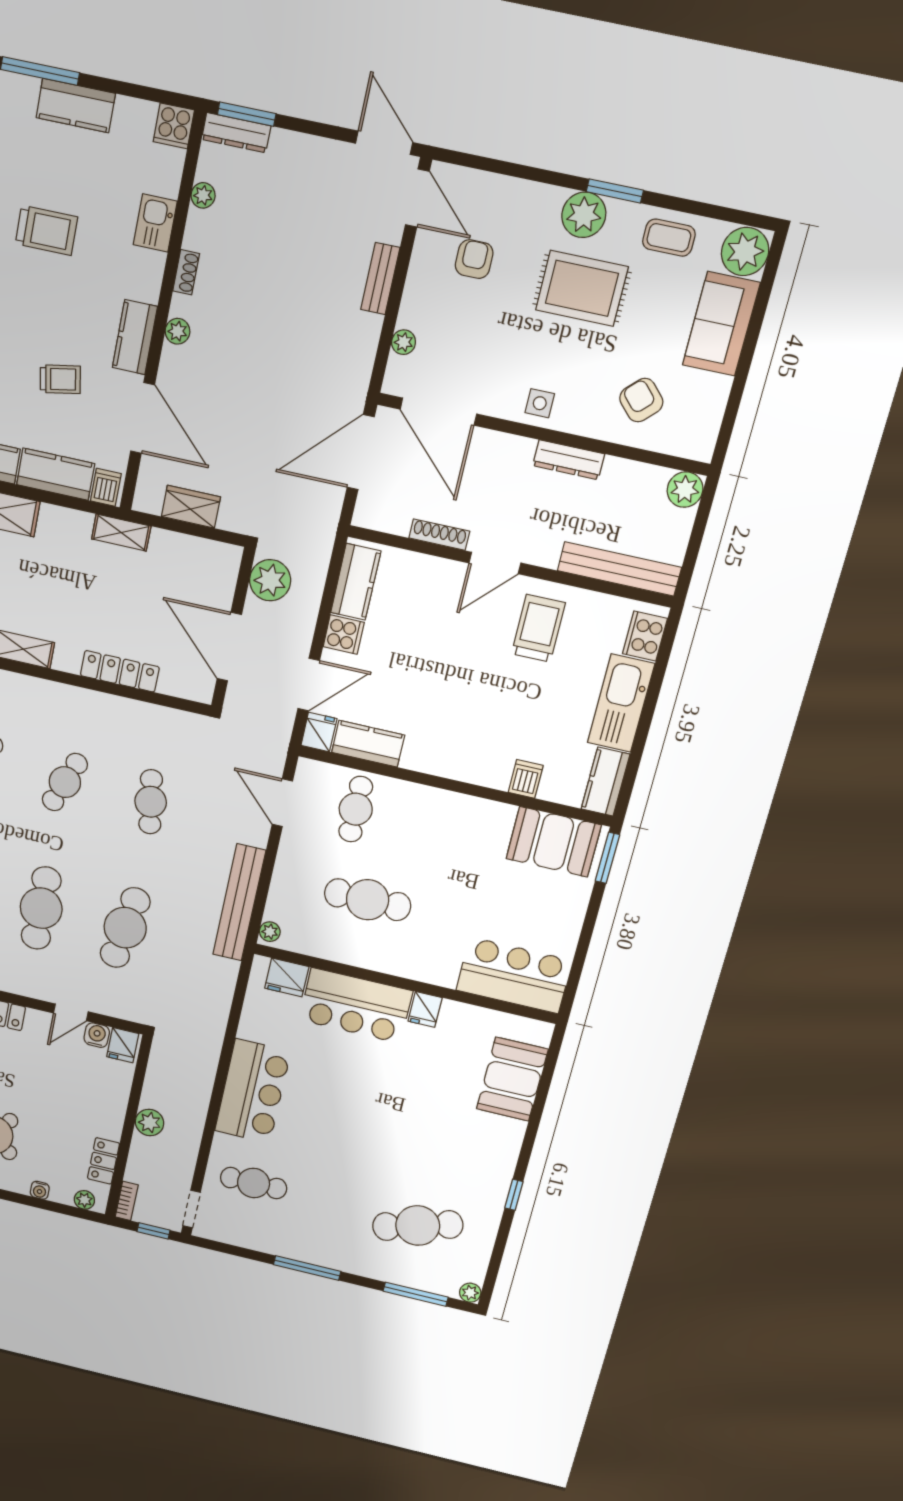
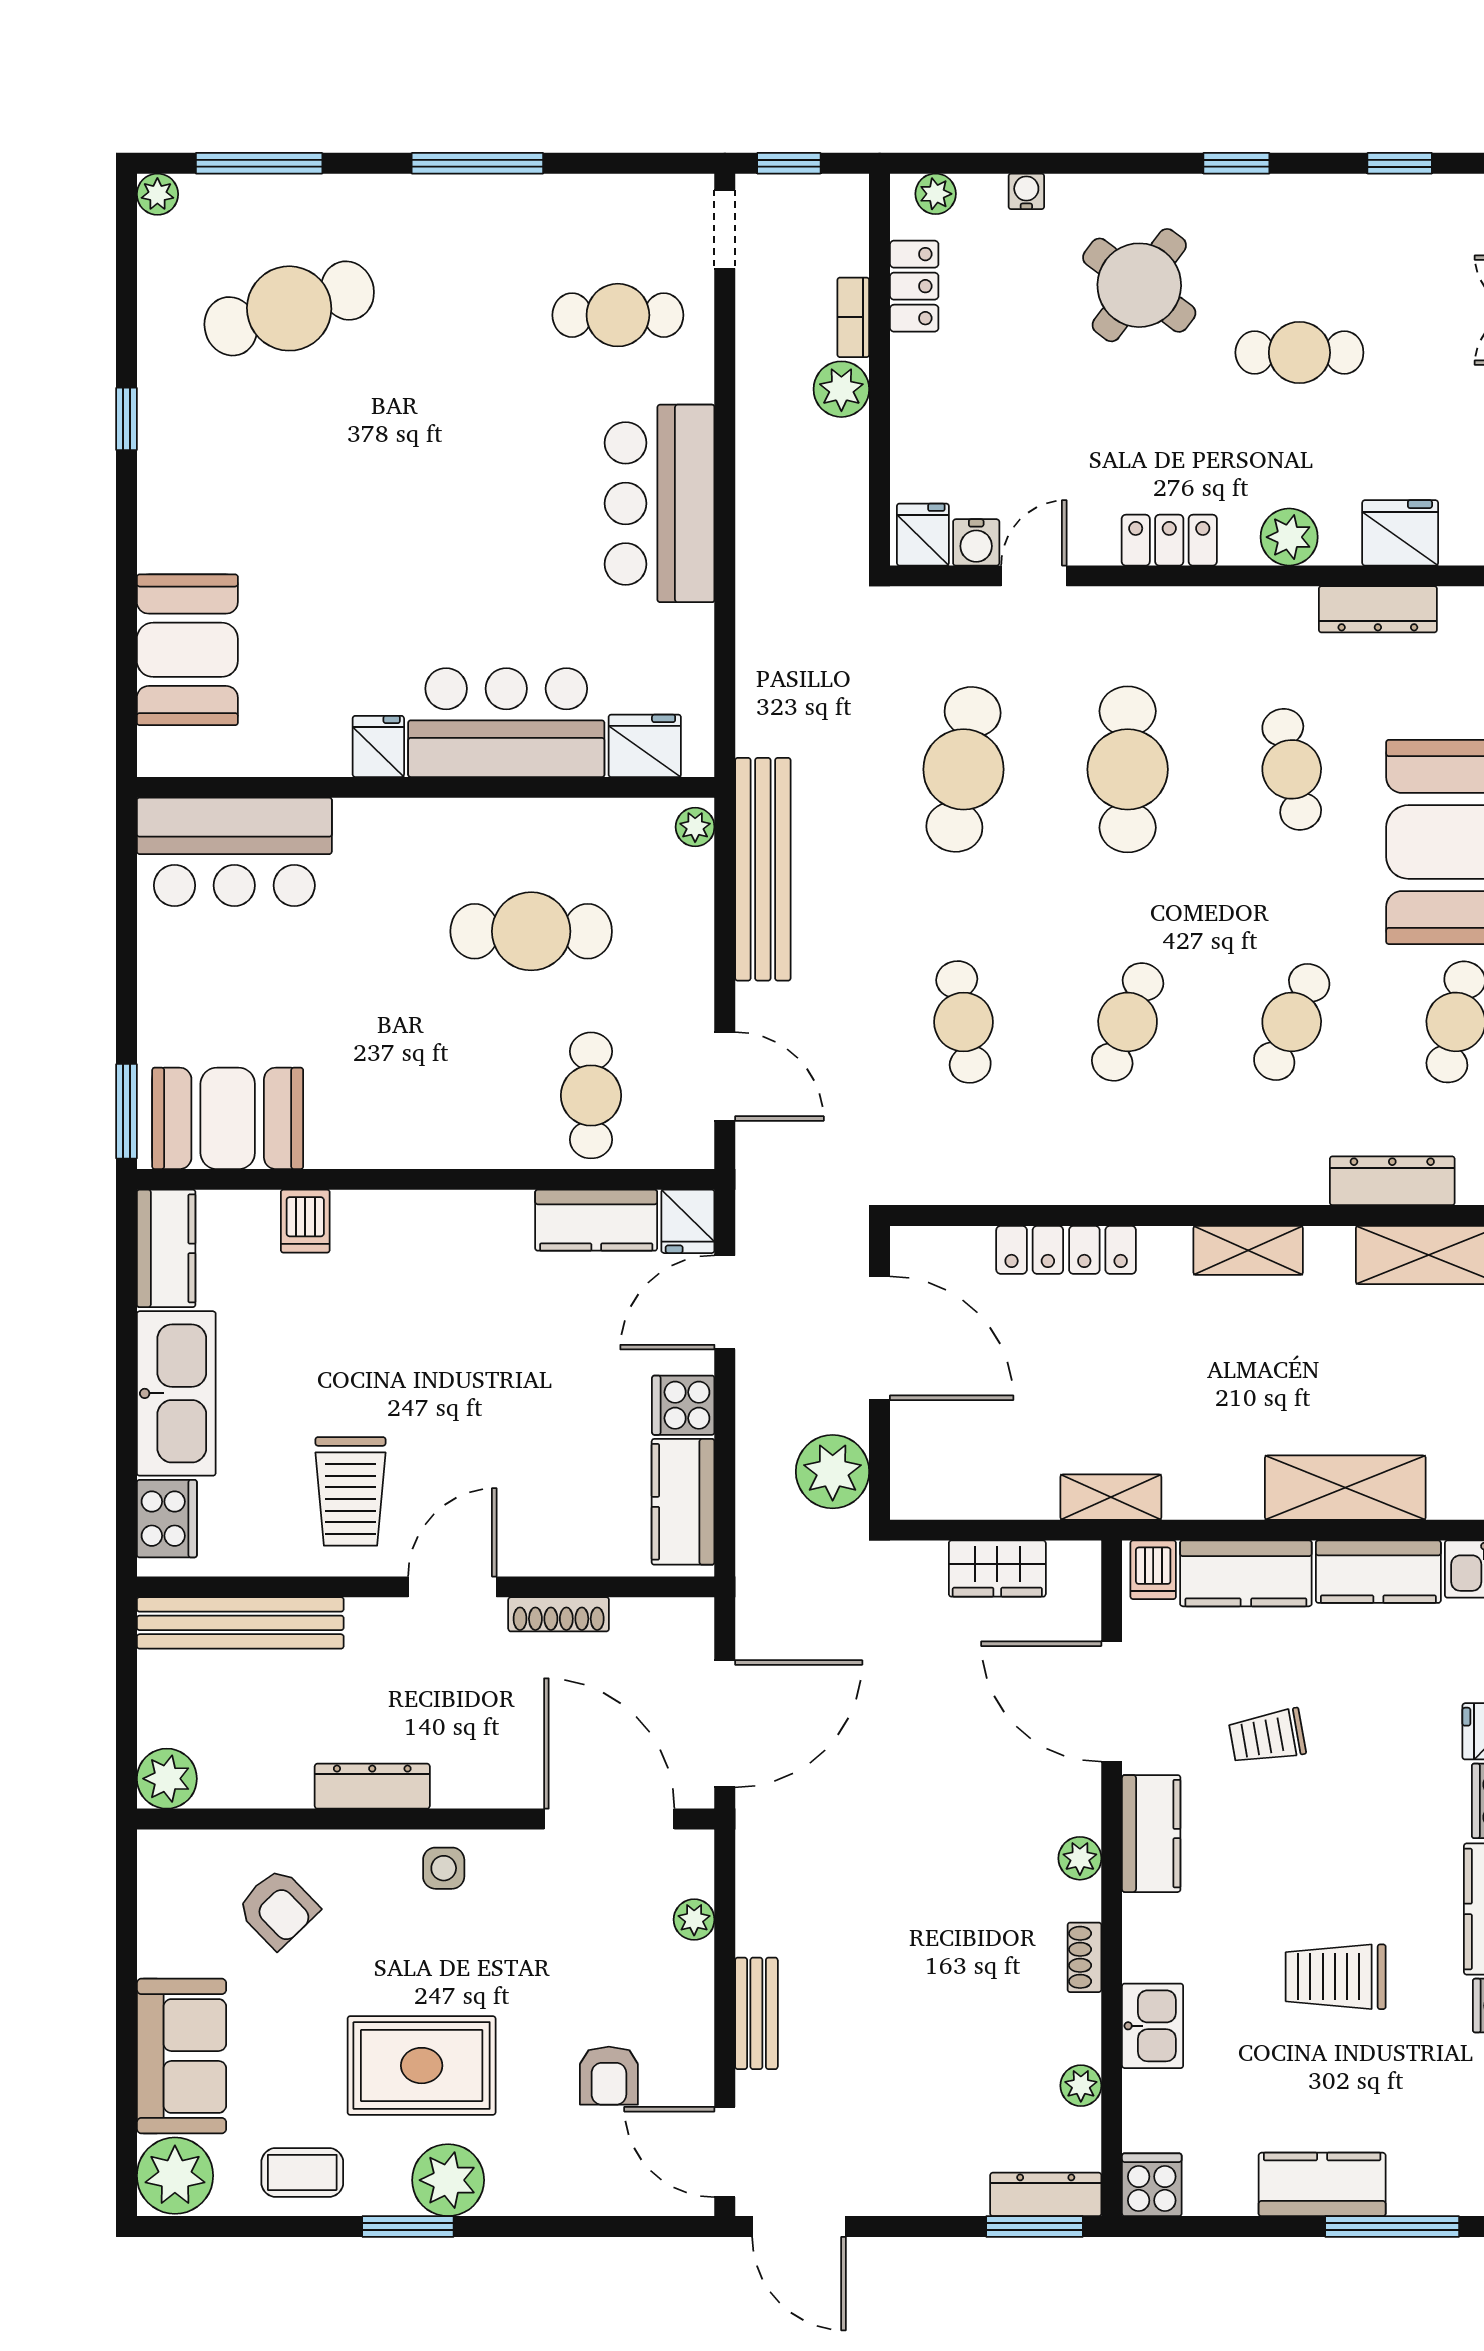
bookcase: (127, 1201) -> (853, 317), moved

